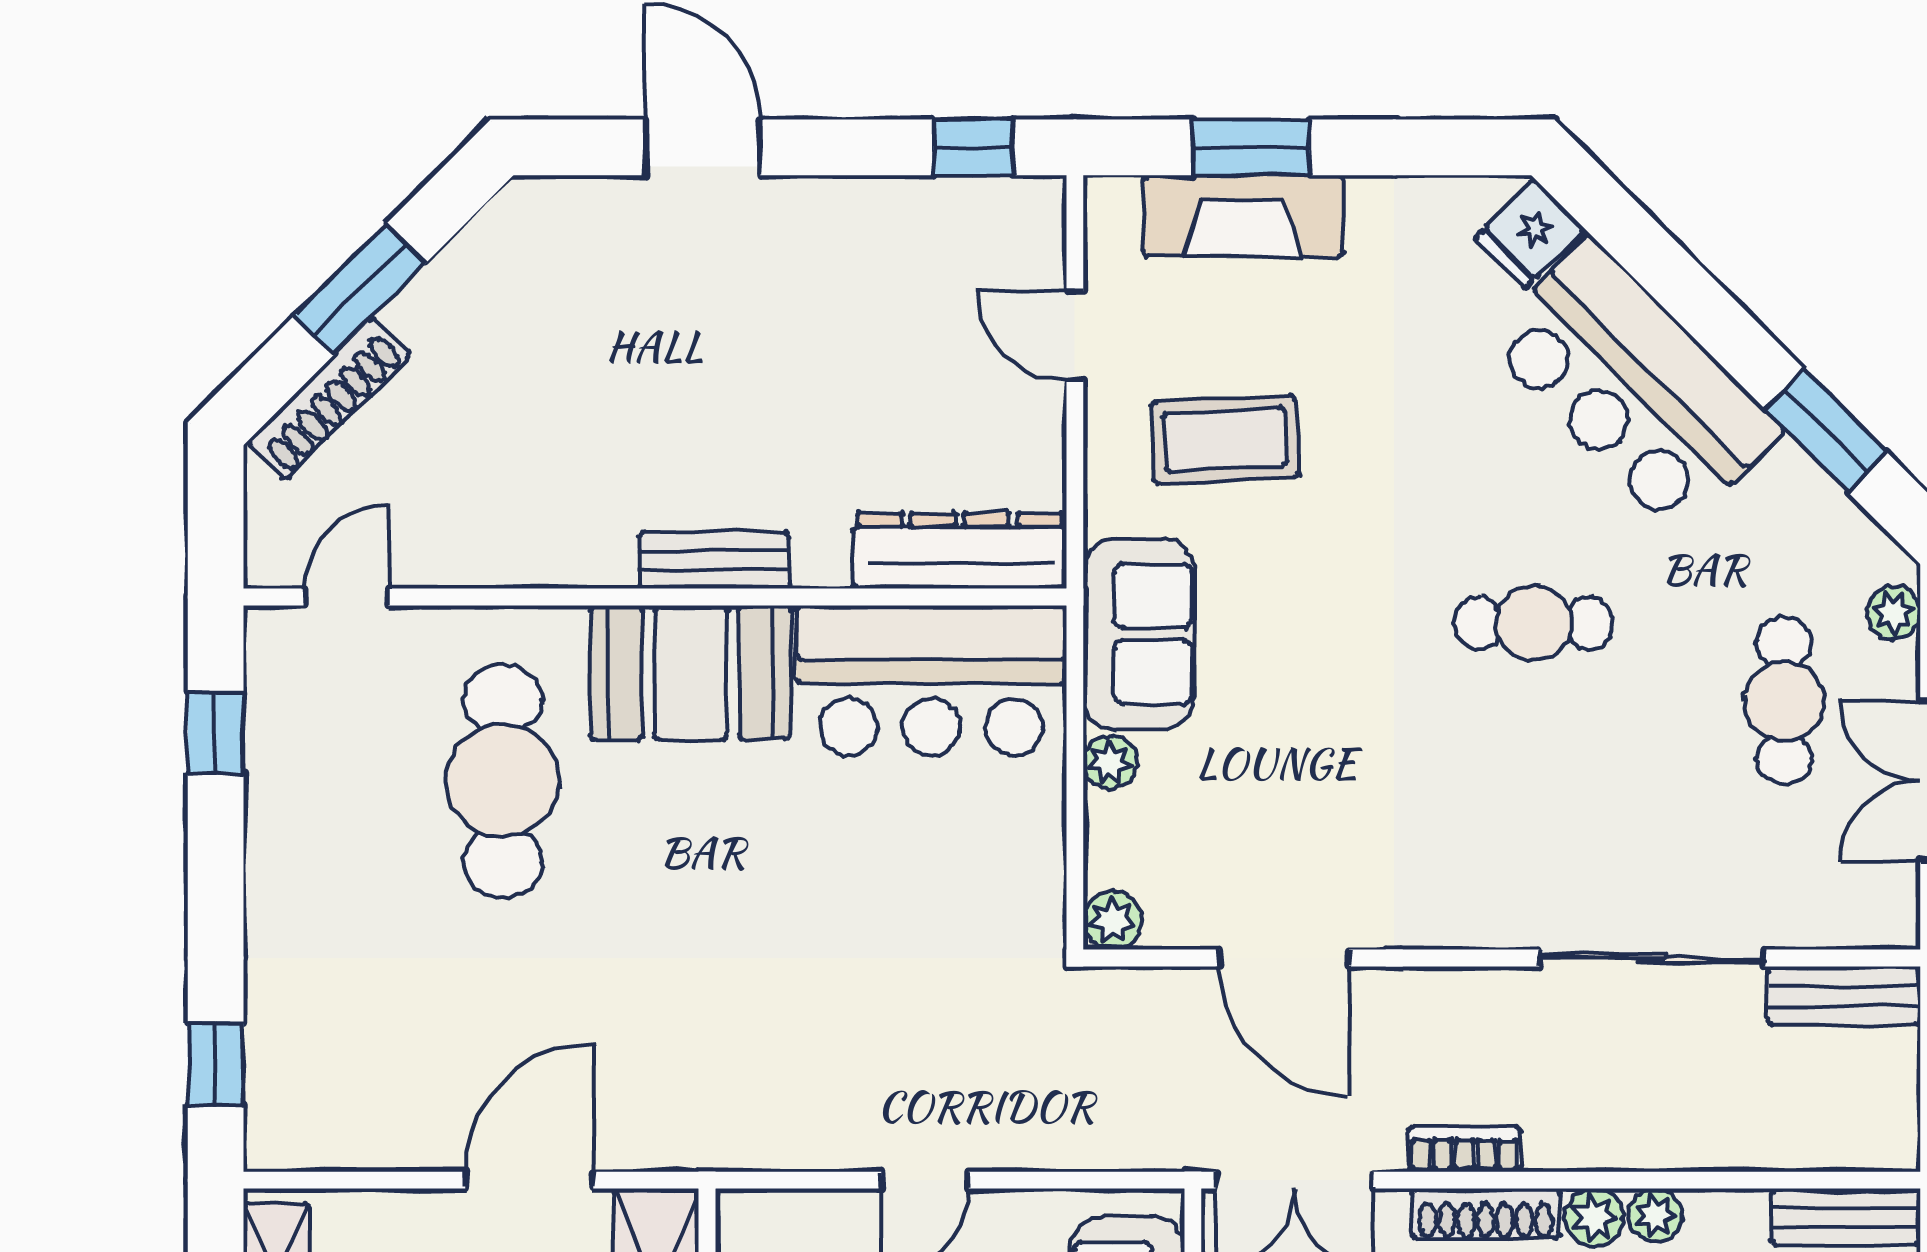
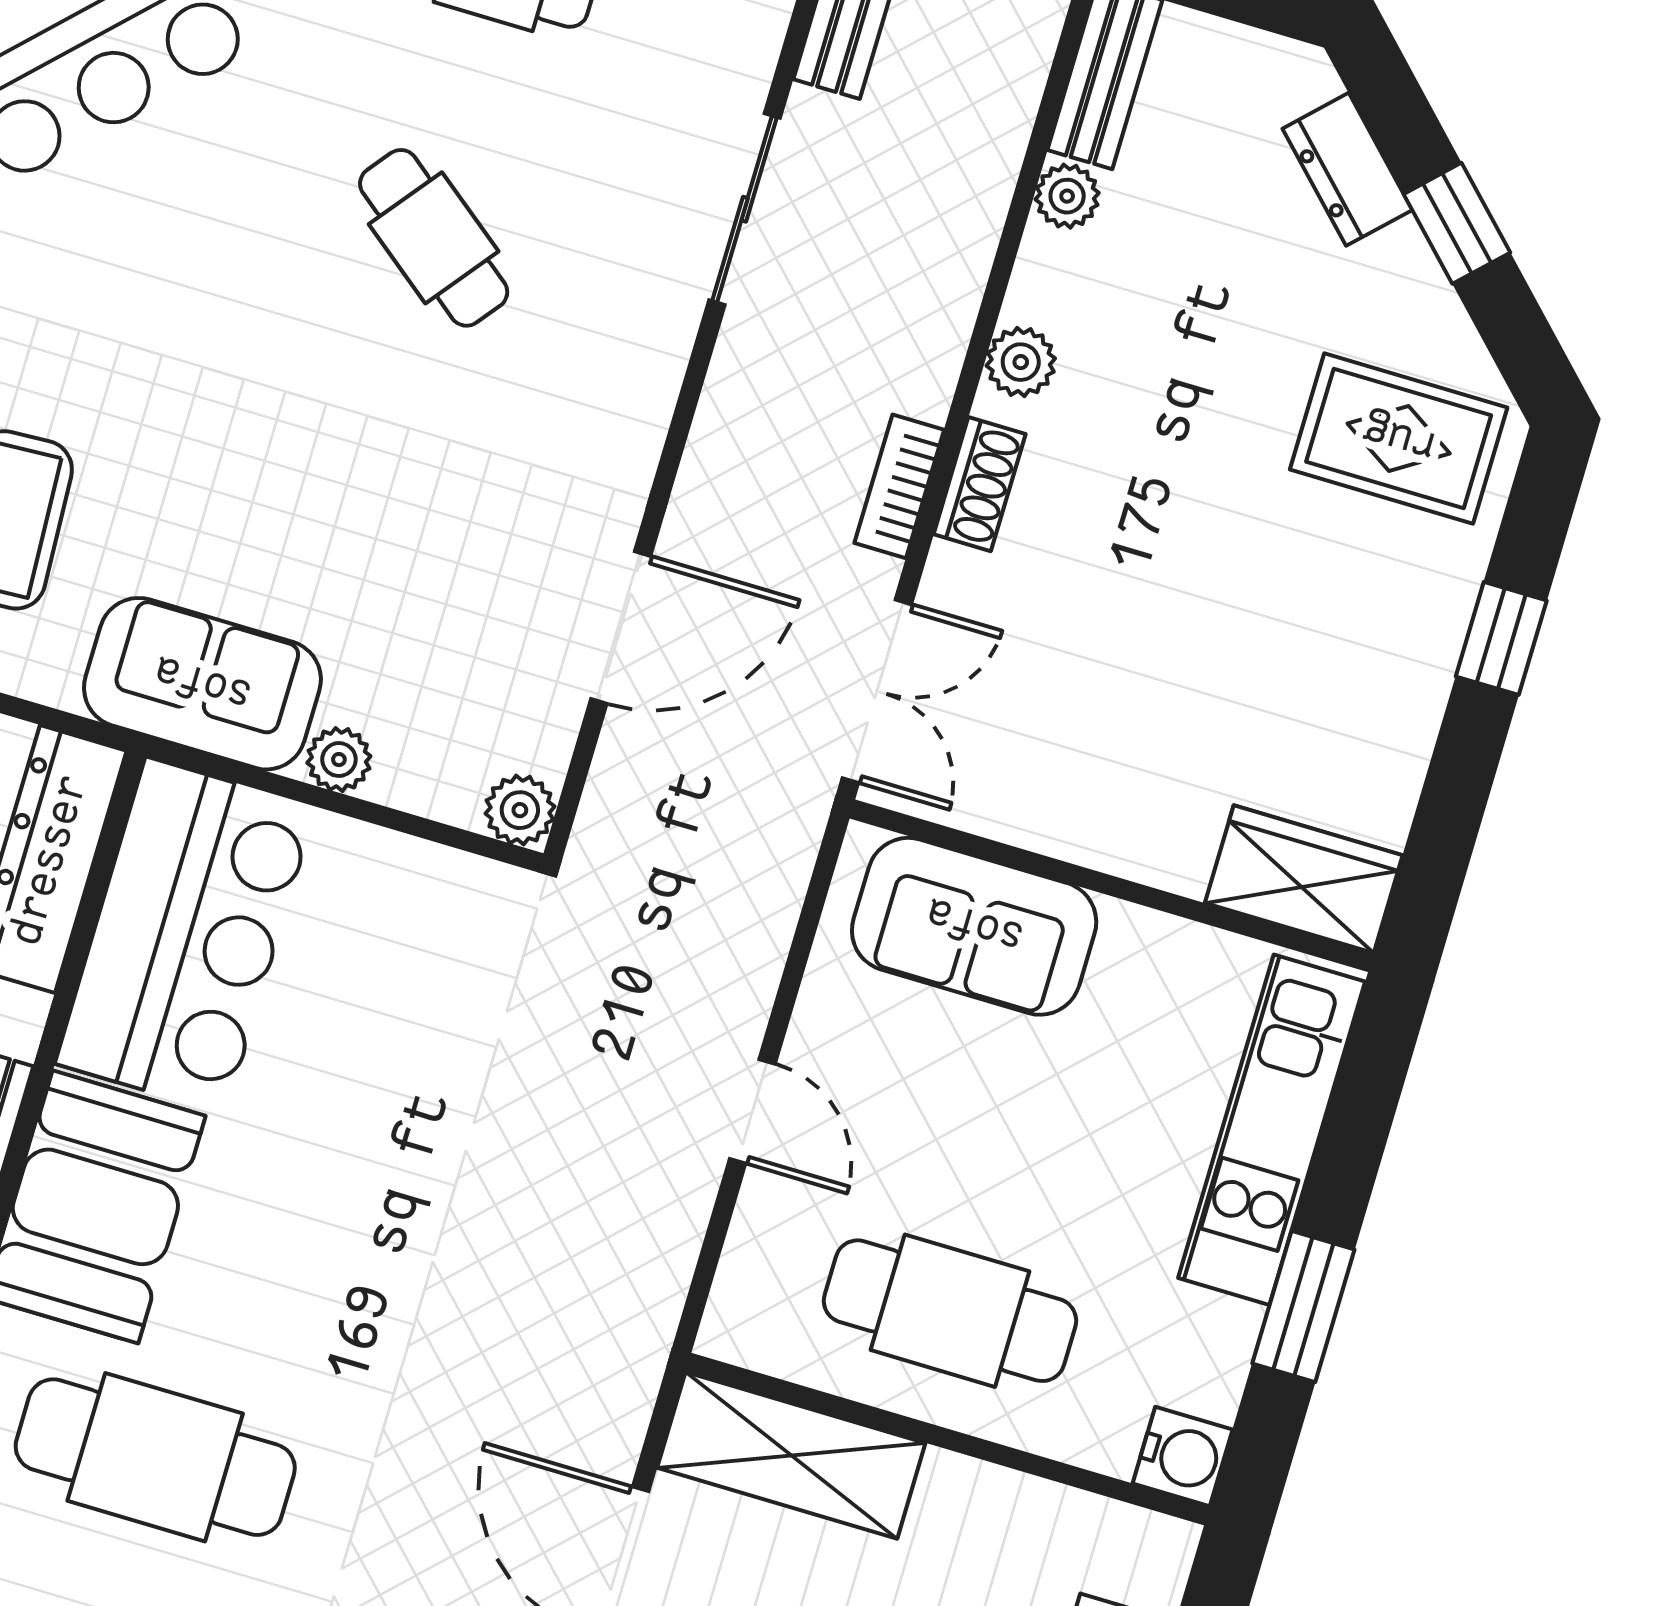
cafe table: (1534, 623) -> (434, 238), moved, turned -52
sliding door: (1651, 958) -> (745, 209), width x0.73
shoe rack: (1486, 1214) -> (980, 484), width x0.70
plant: (1655, 1215) -> (1067, 196), moved

